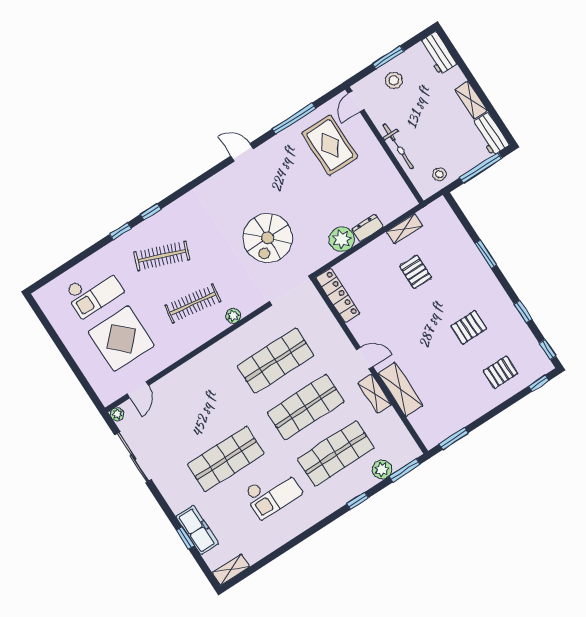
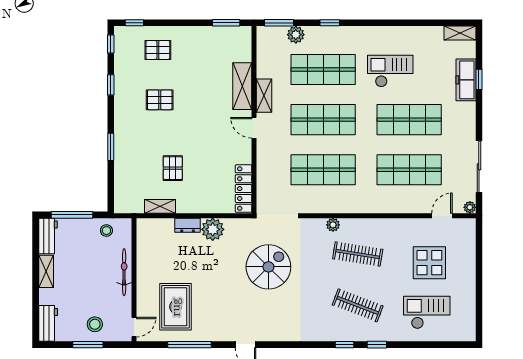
display table: (121, 339) -> (429, 263), width x0.73, depth x0.73
shop shelf: (196, 413) -> (409, 170), added

